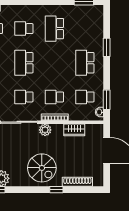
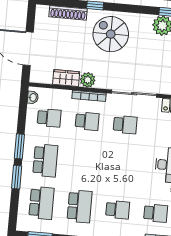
school desk: (24, 63) -> (42, 203), moved
window: (107, 100) -> (19, 146), moved
plant: (45, 130) -> (88, 80), moved

